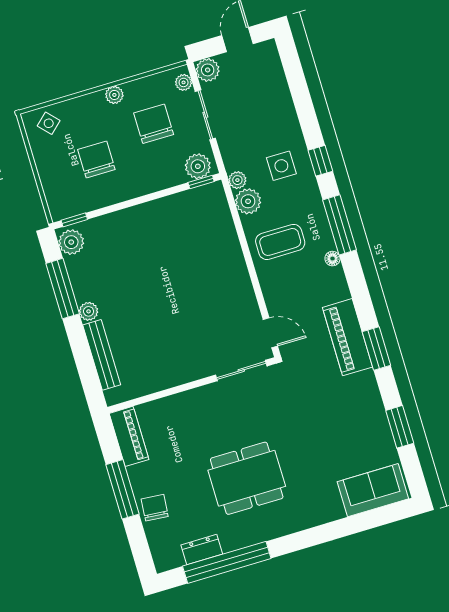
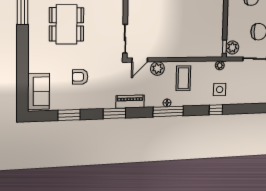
plant: (248, 201) -> (157, 69), moved
window: (340, 225) -> (168, 111), moved
piano: (347, 337) -> (130, 102), width x0.73, depth x0.75
armchair: (329, 428) -> (80, 77), added

